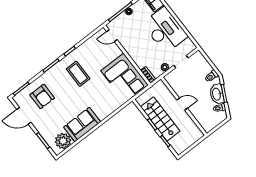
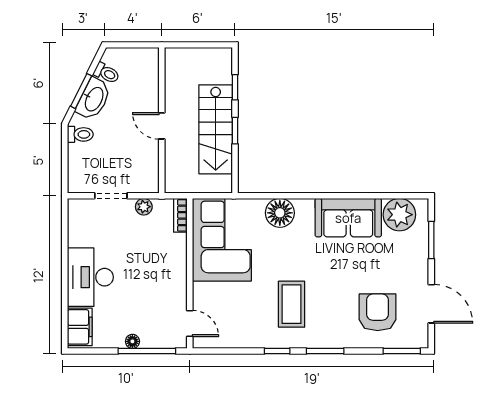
desk: (165, 30) -> (90, 277), width x0.73, depth x0.77
floor lamp: (110, 106) -> (280, 213), added

